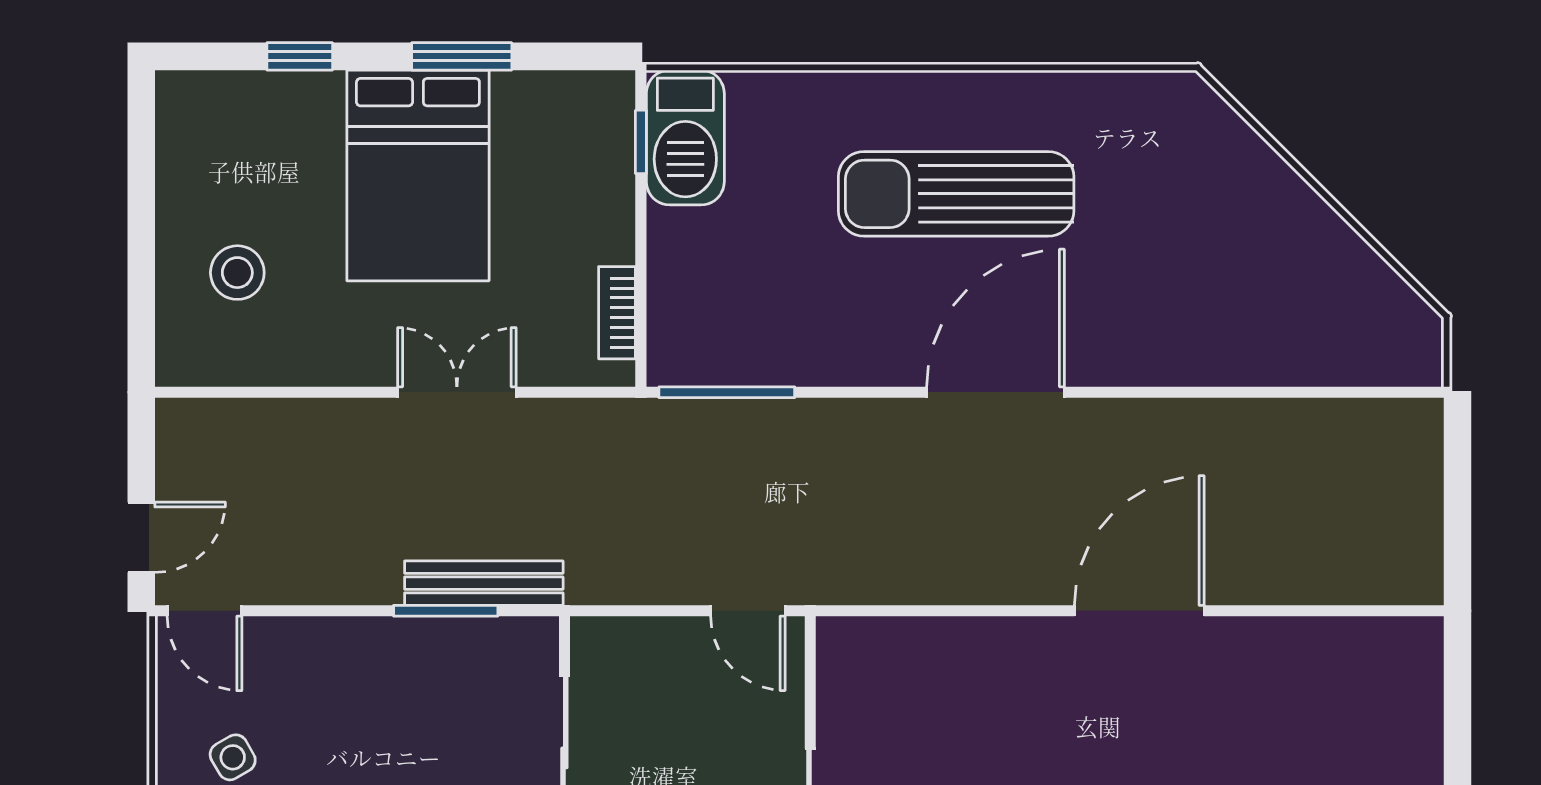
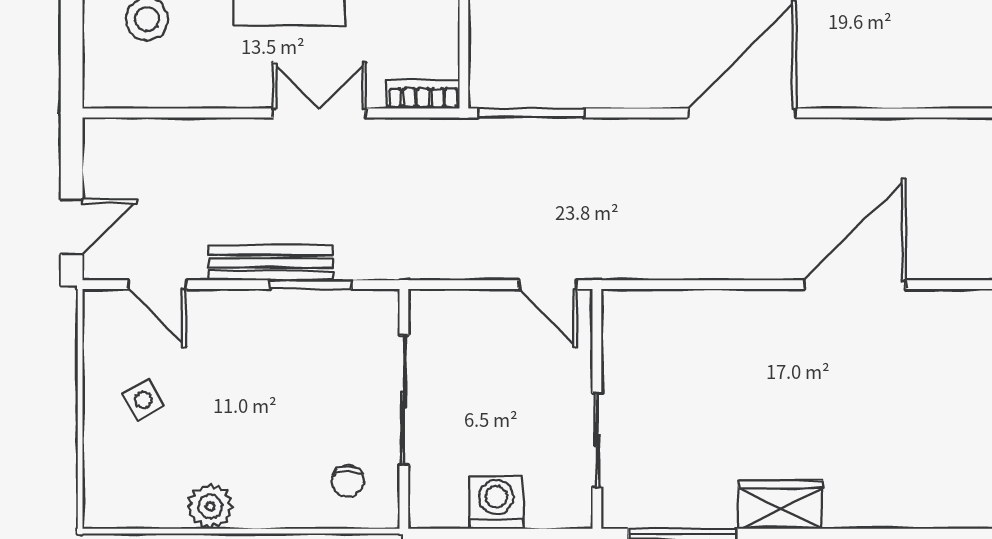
bookcase: (617, 313) -> (423, 94), moved, turned 90
bench: (484, 583) -> (270, 263), moved
door: (205, 611) -> (157, 285), moved

